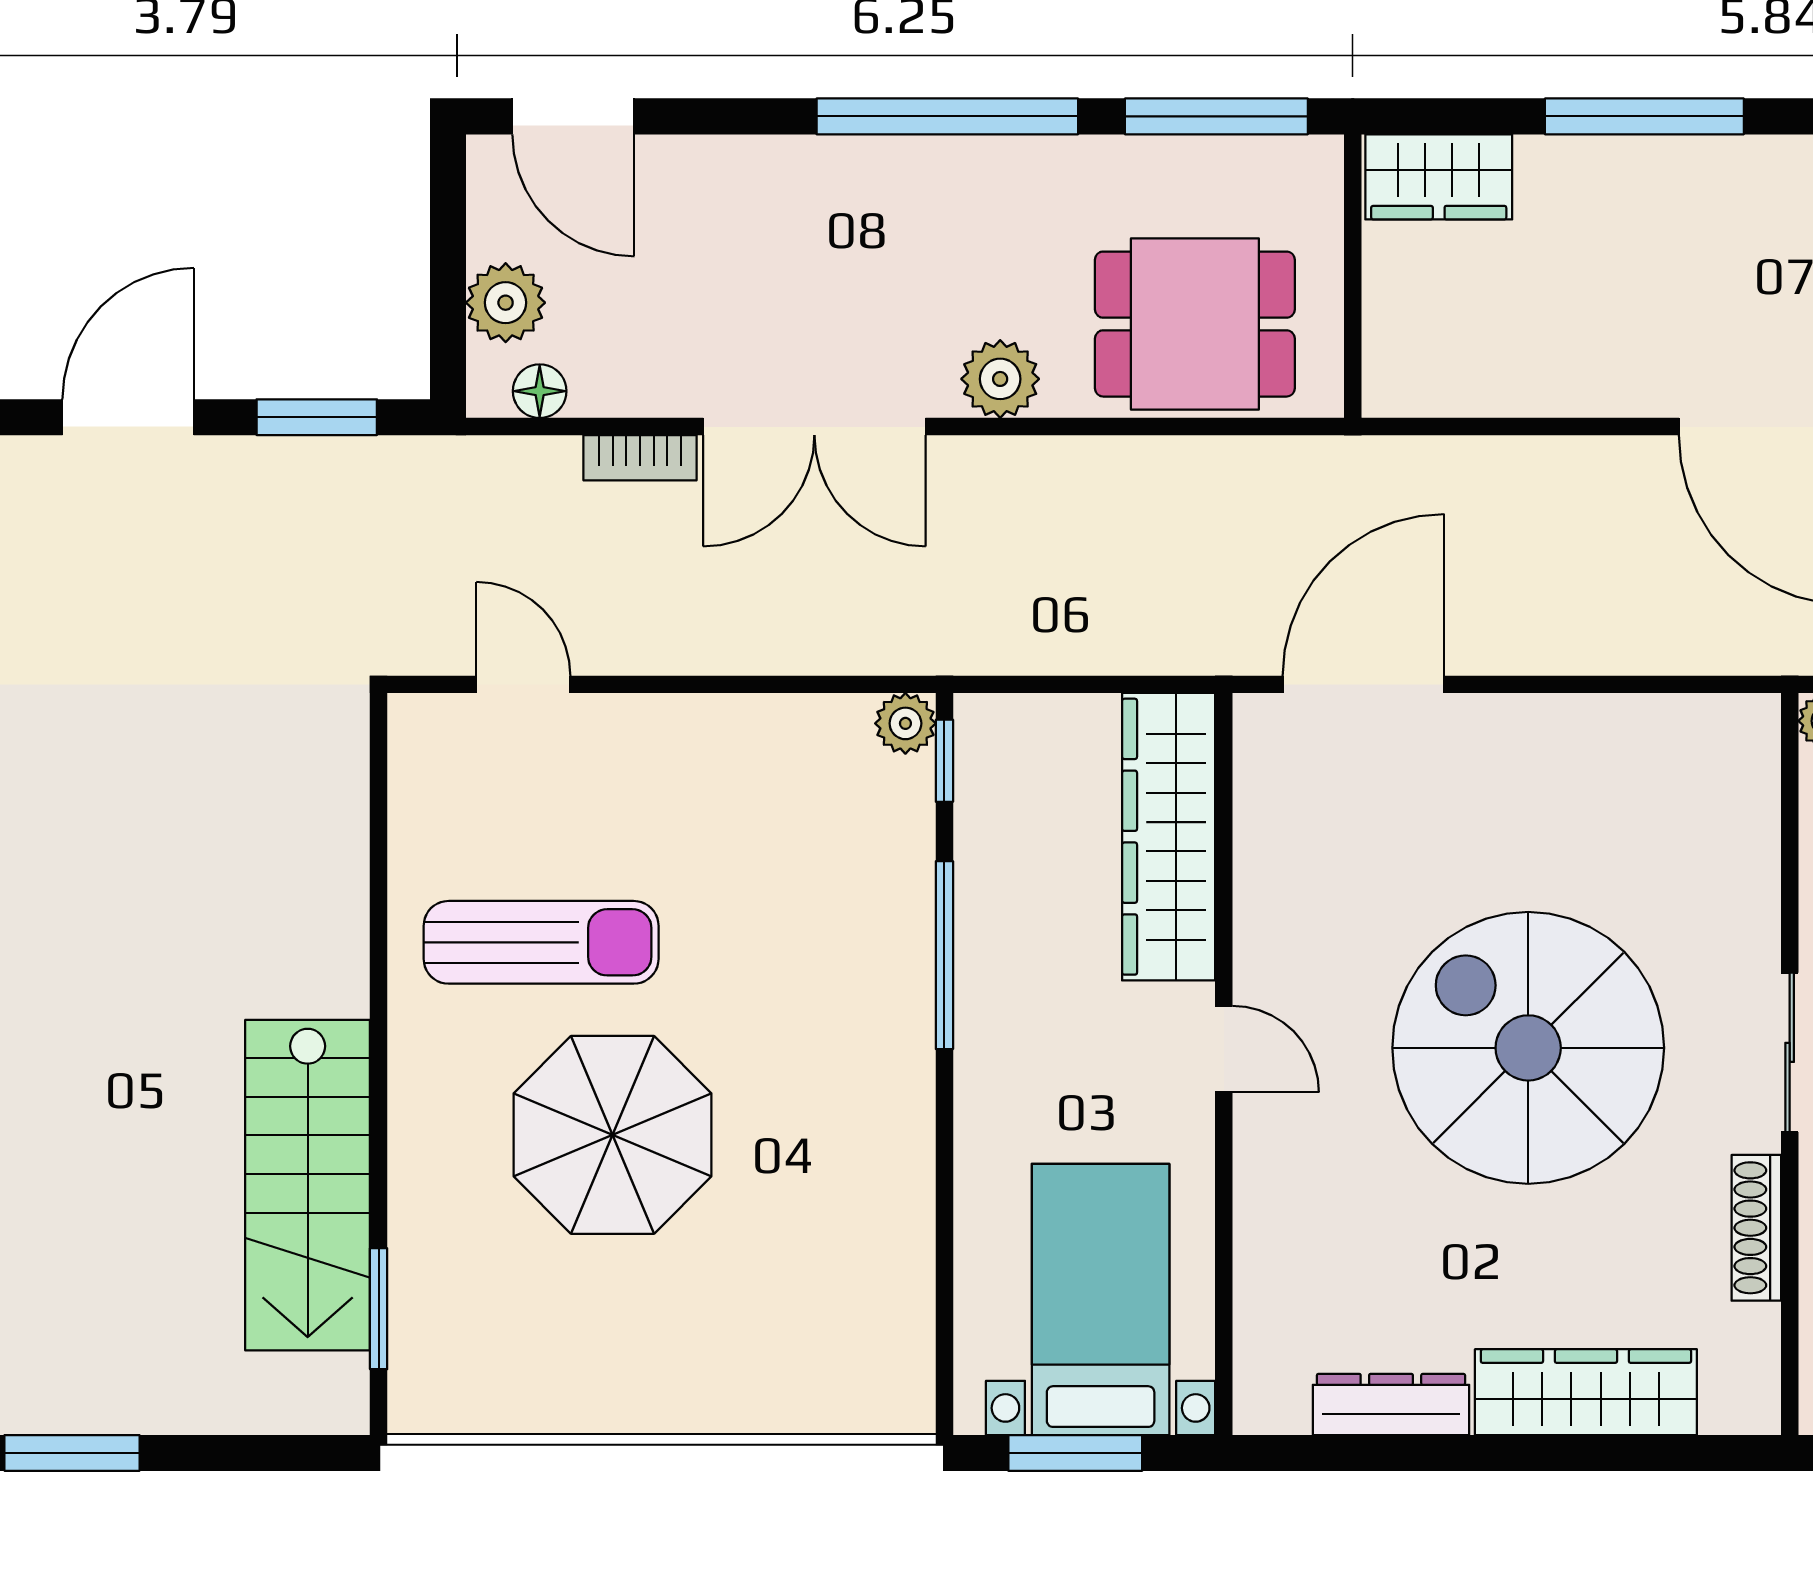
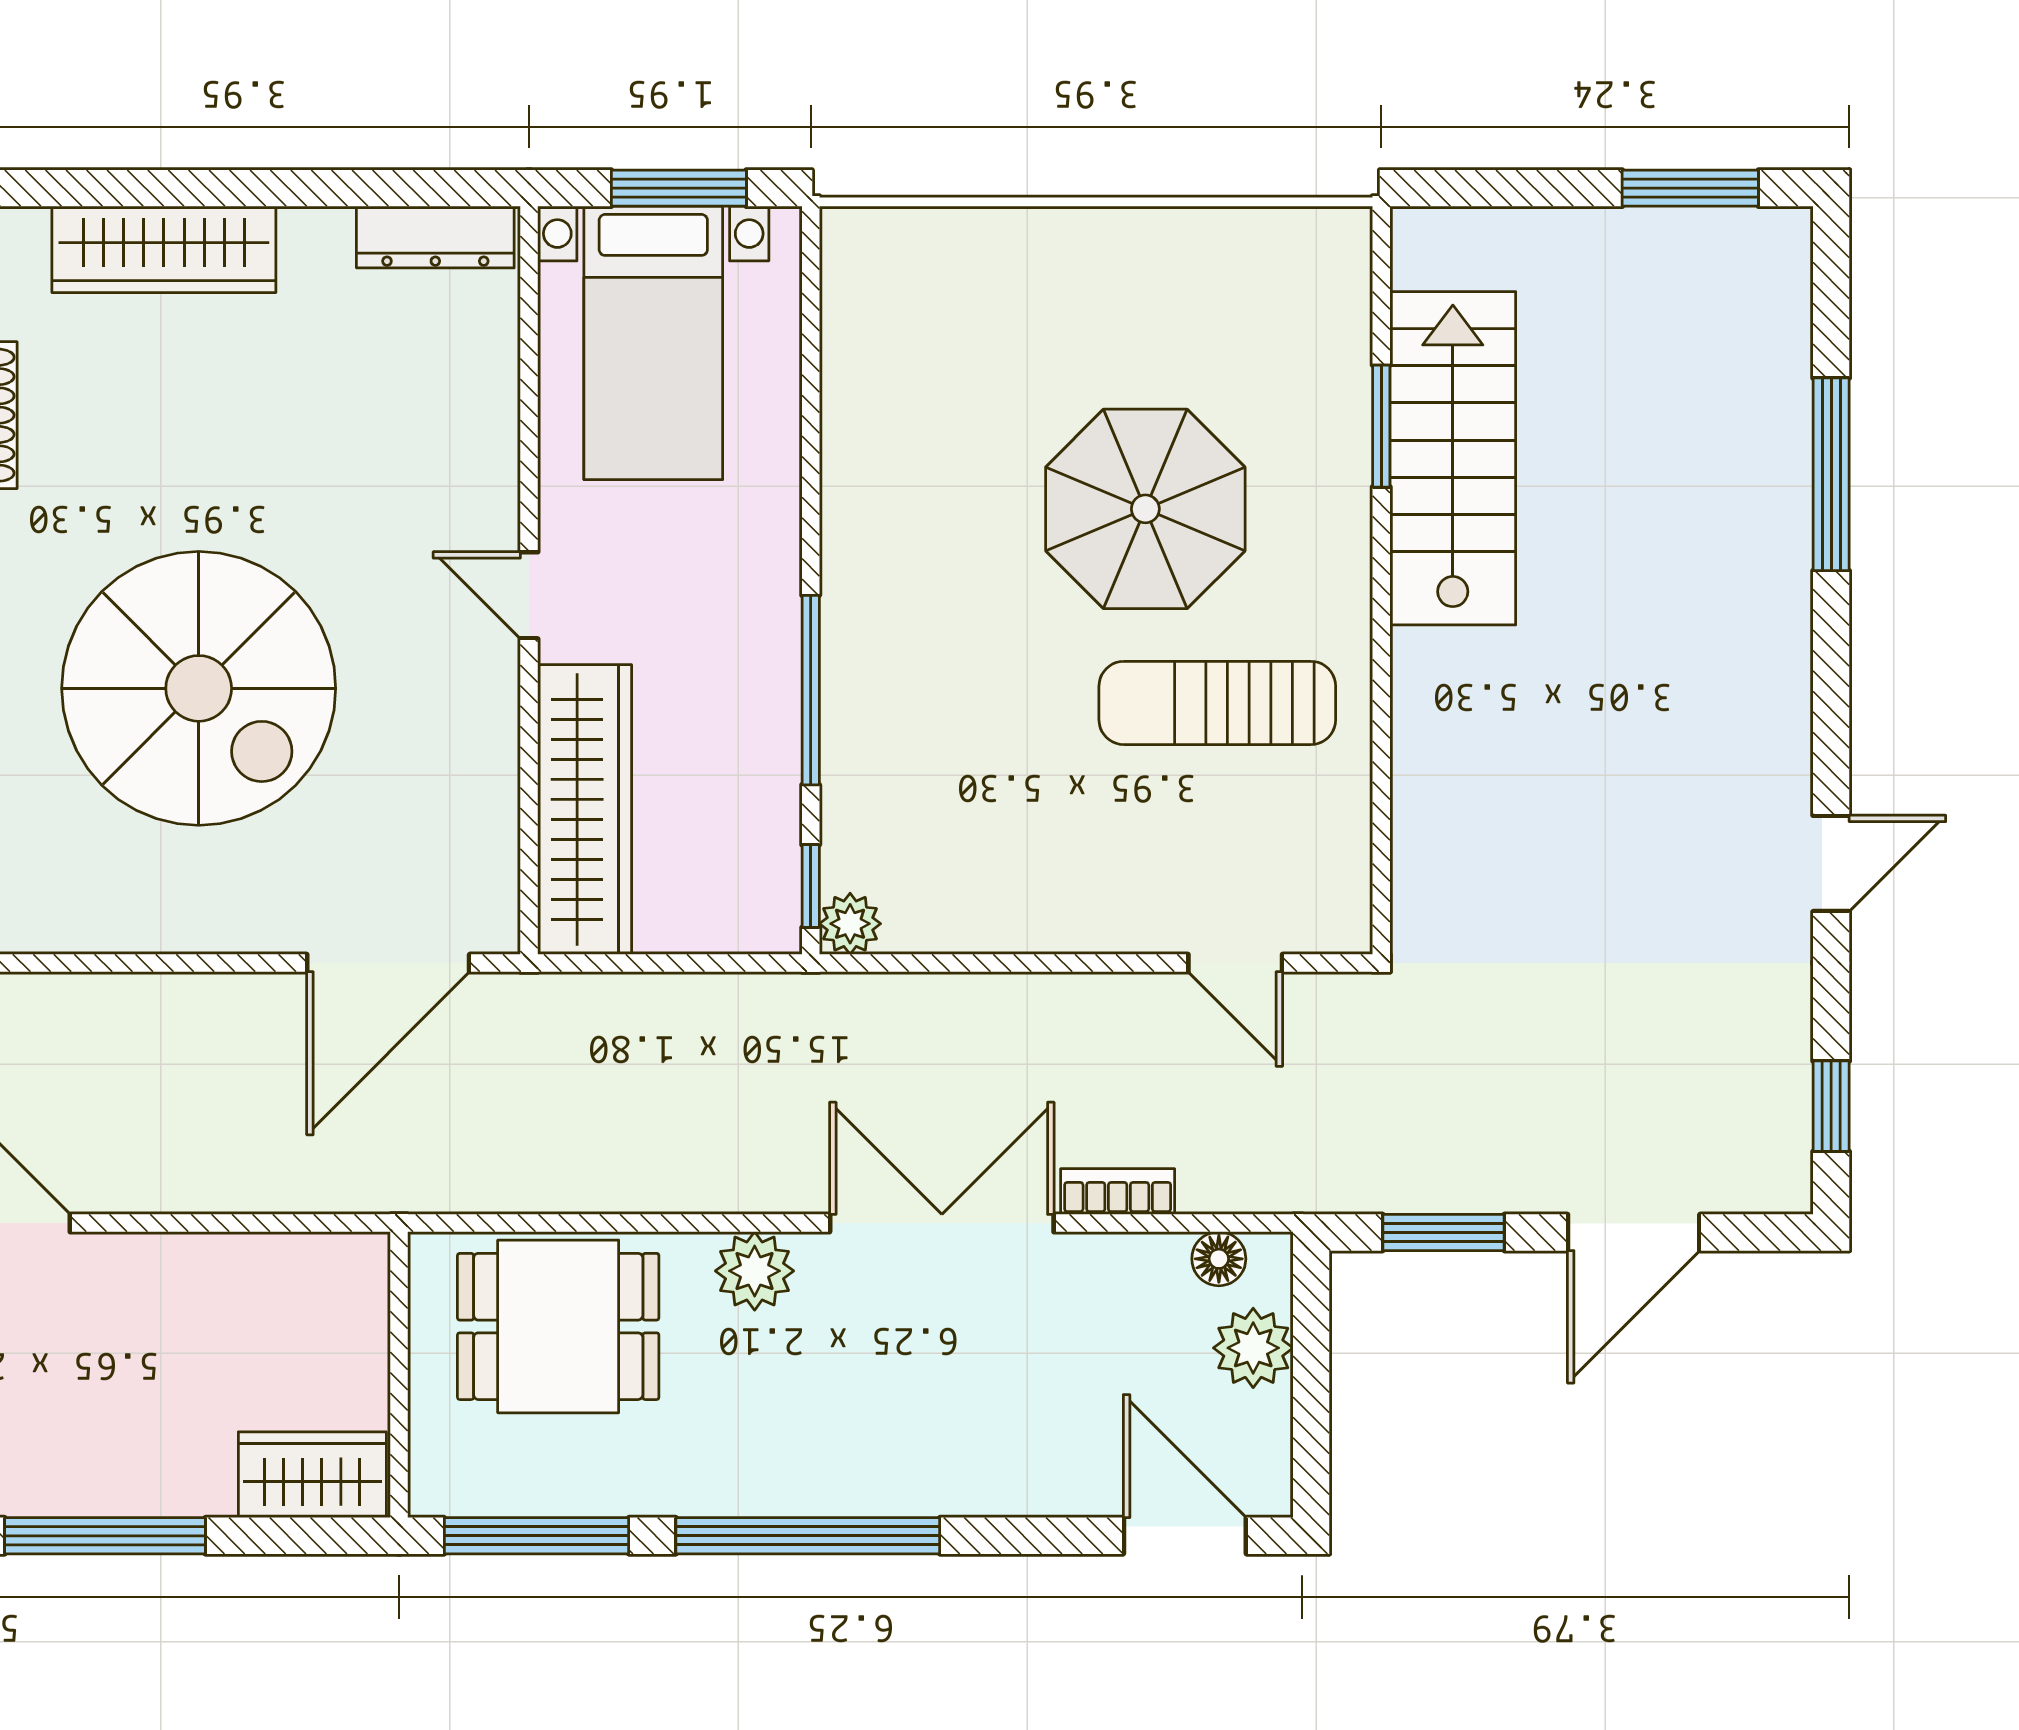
spiral stairs: (1528, 1048) -> (199, 688), moved
window: (379, 1309) -> (1381, 426), moved
dresser: (1391, 1404) -> (435, 237), moved

